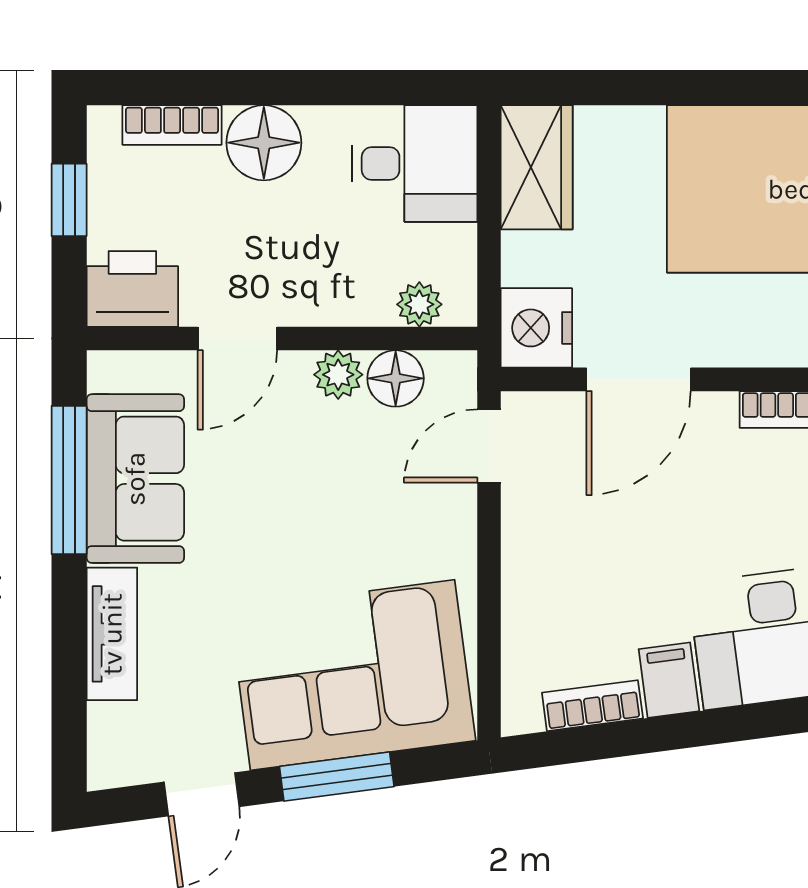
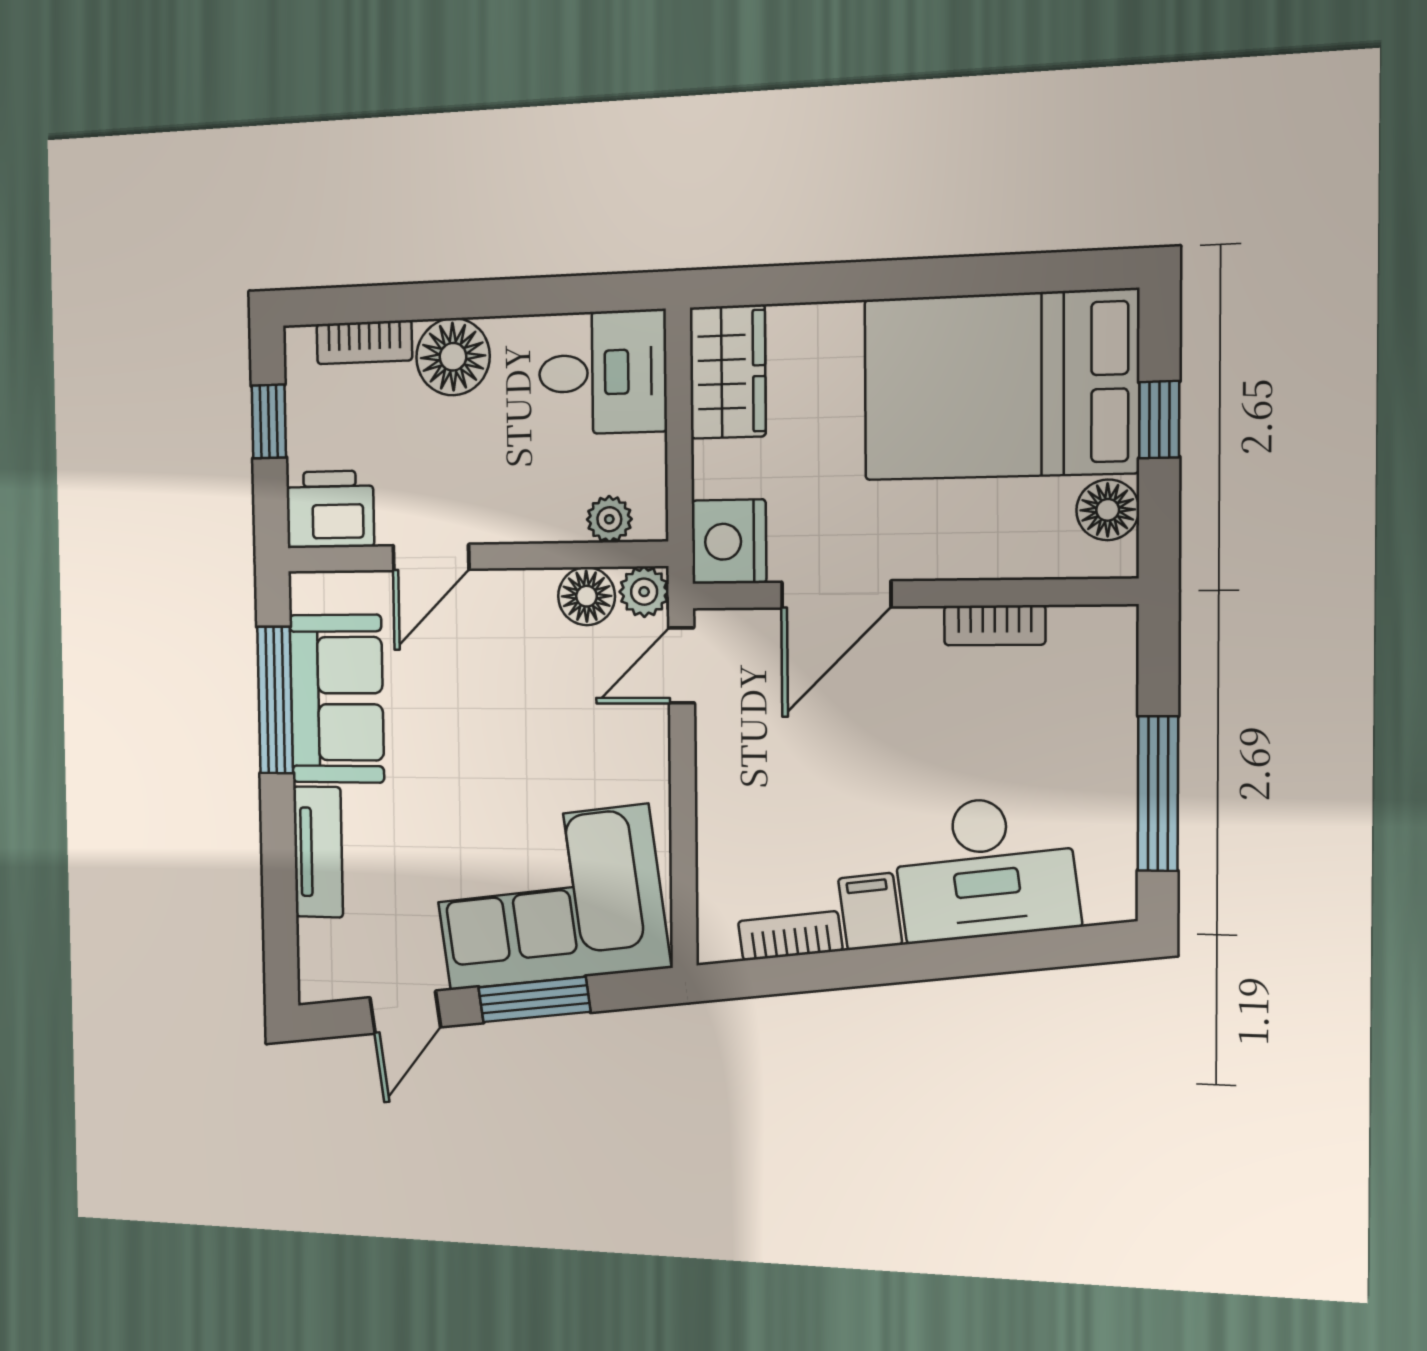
plant: (338, 375) -> (644, 592), moved

